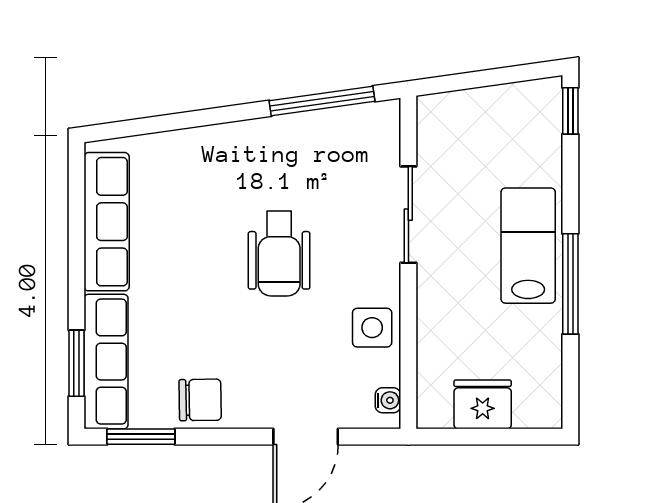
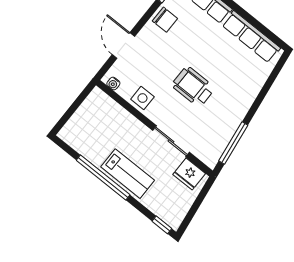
window: (570, 284) -> (103, 178), width x1.46
chair: (200, 400) -> (165, 20), turned -89
fridge: (483, 404) -> (189, 174), moved, turned 90

